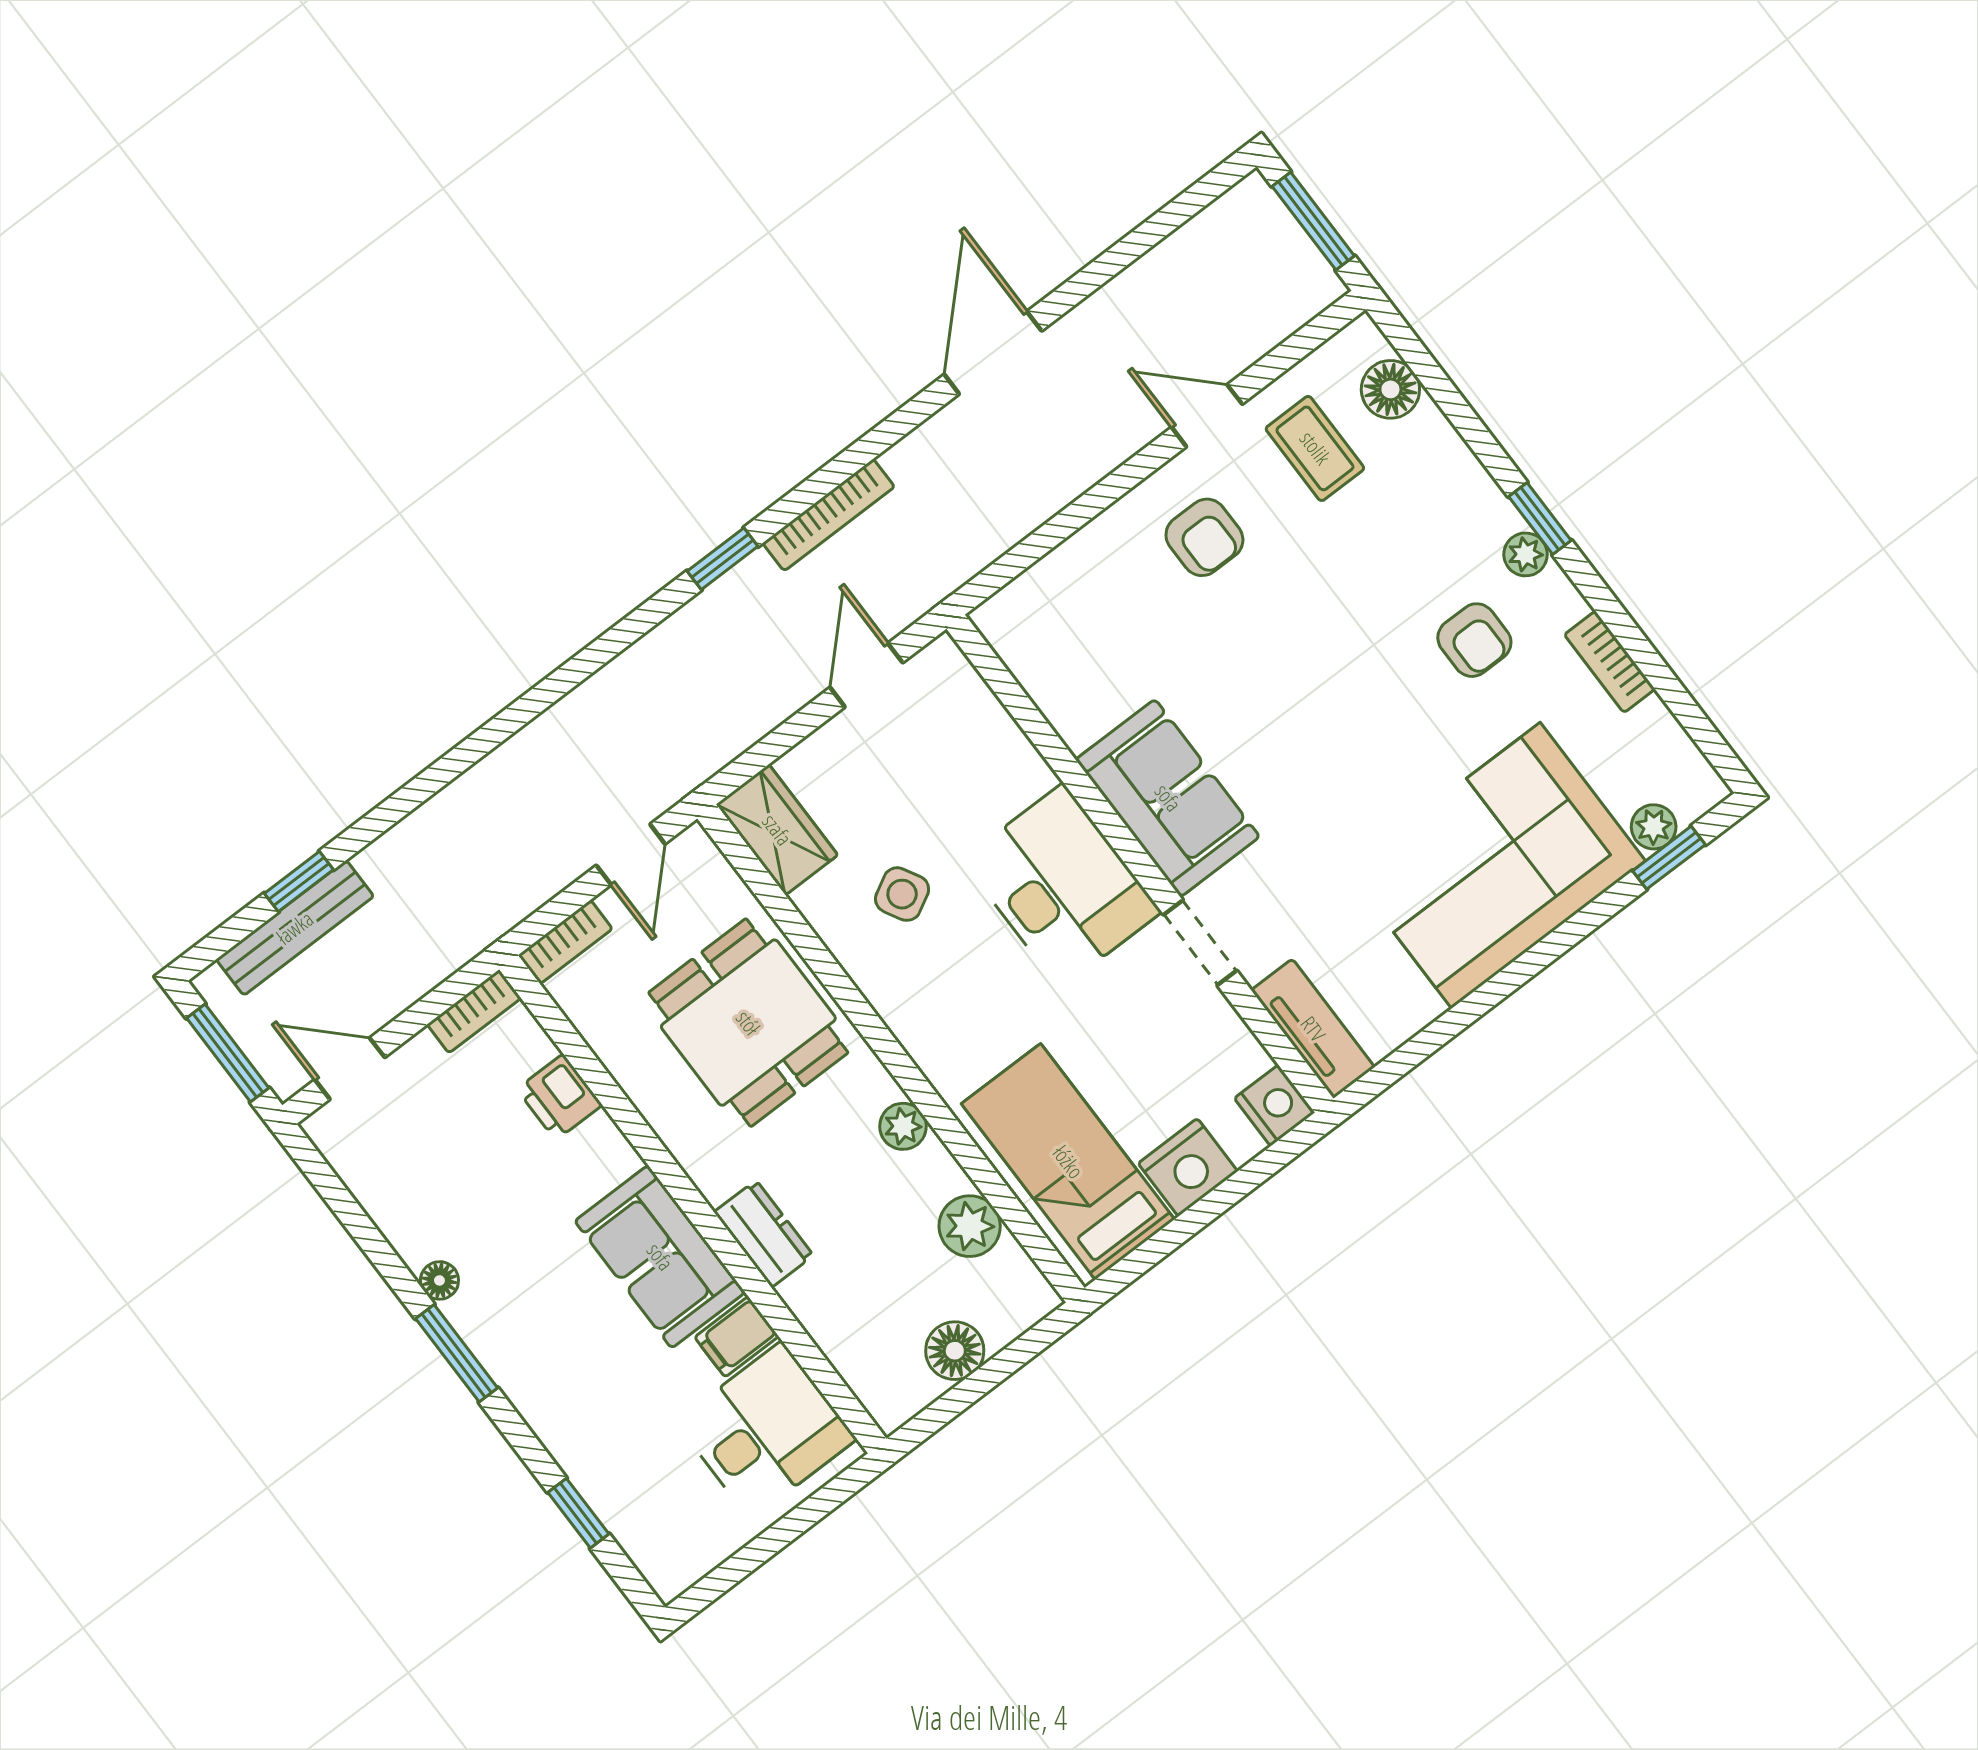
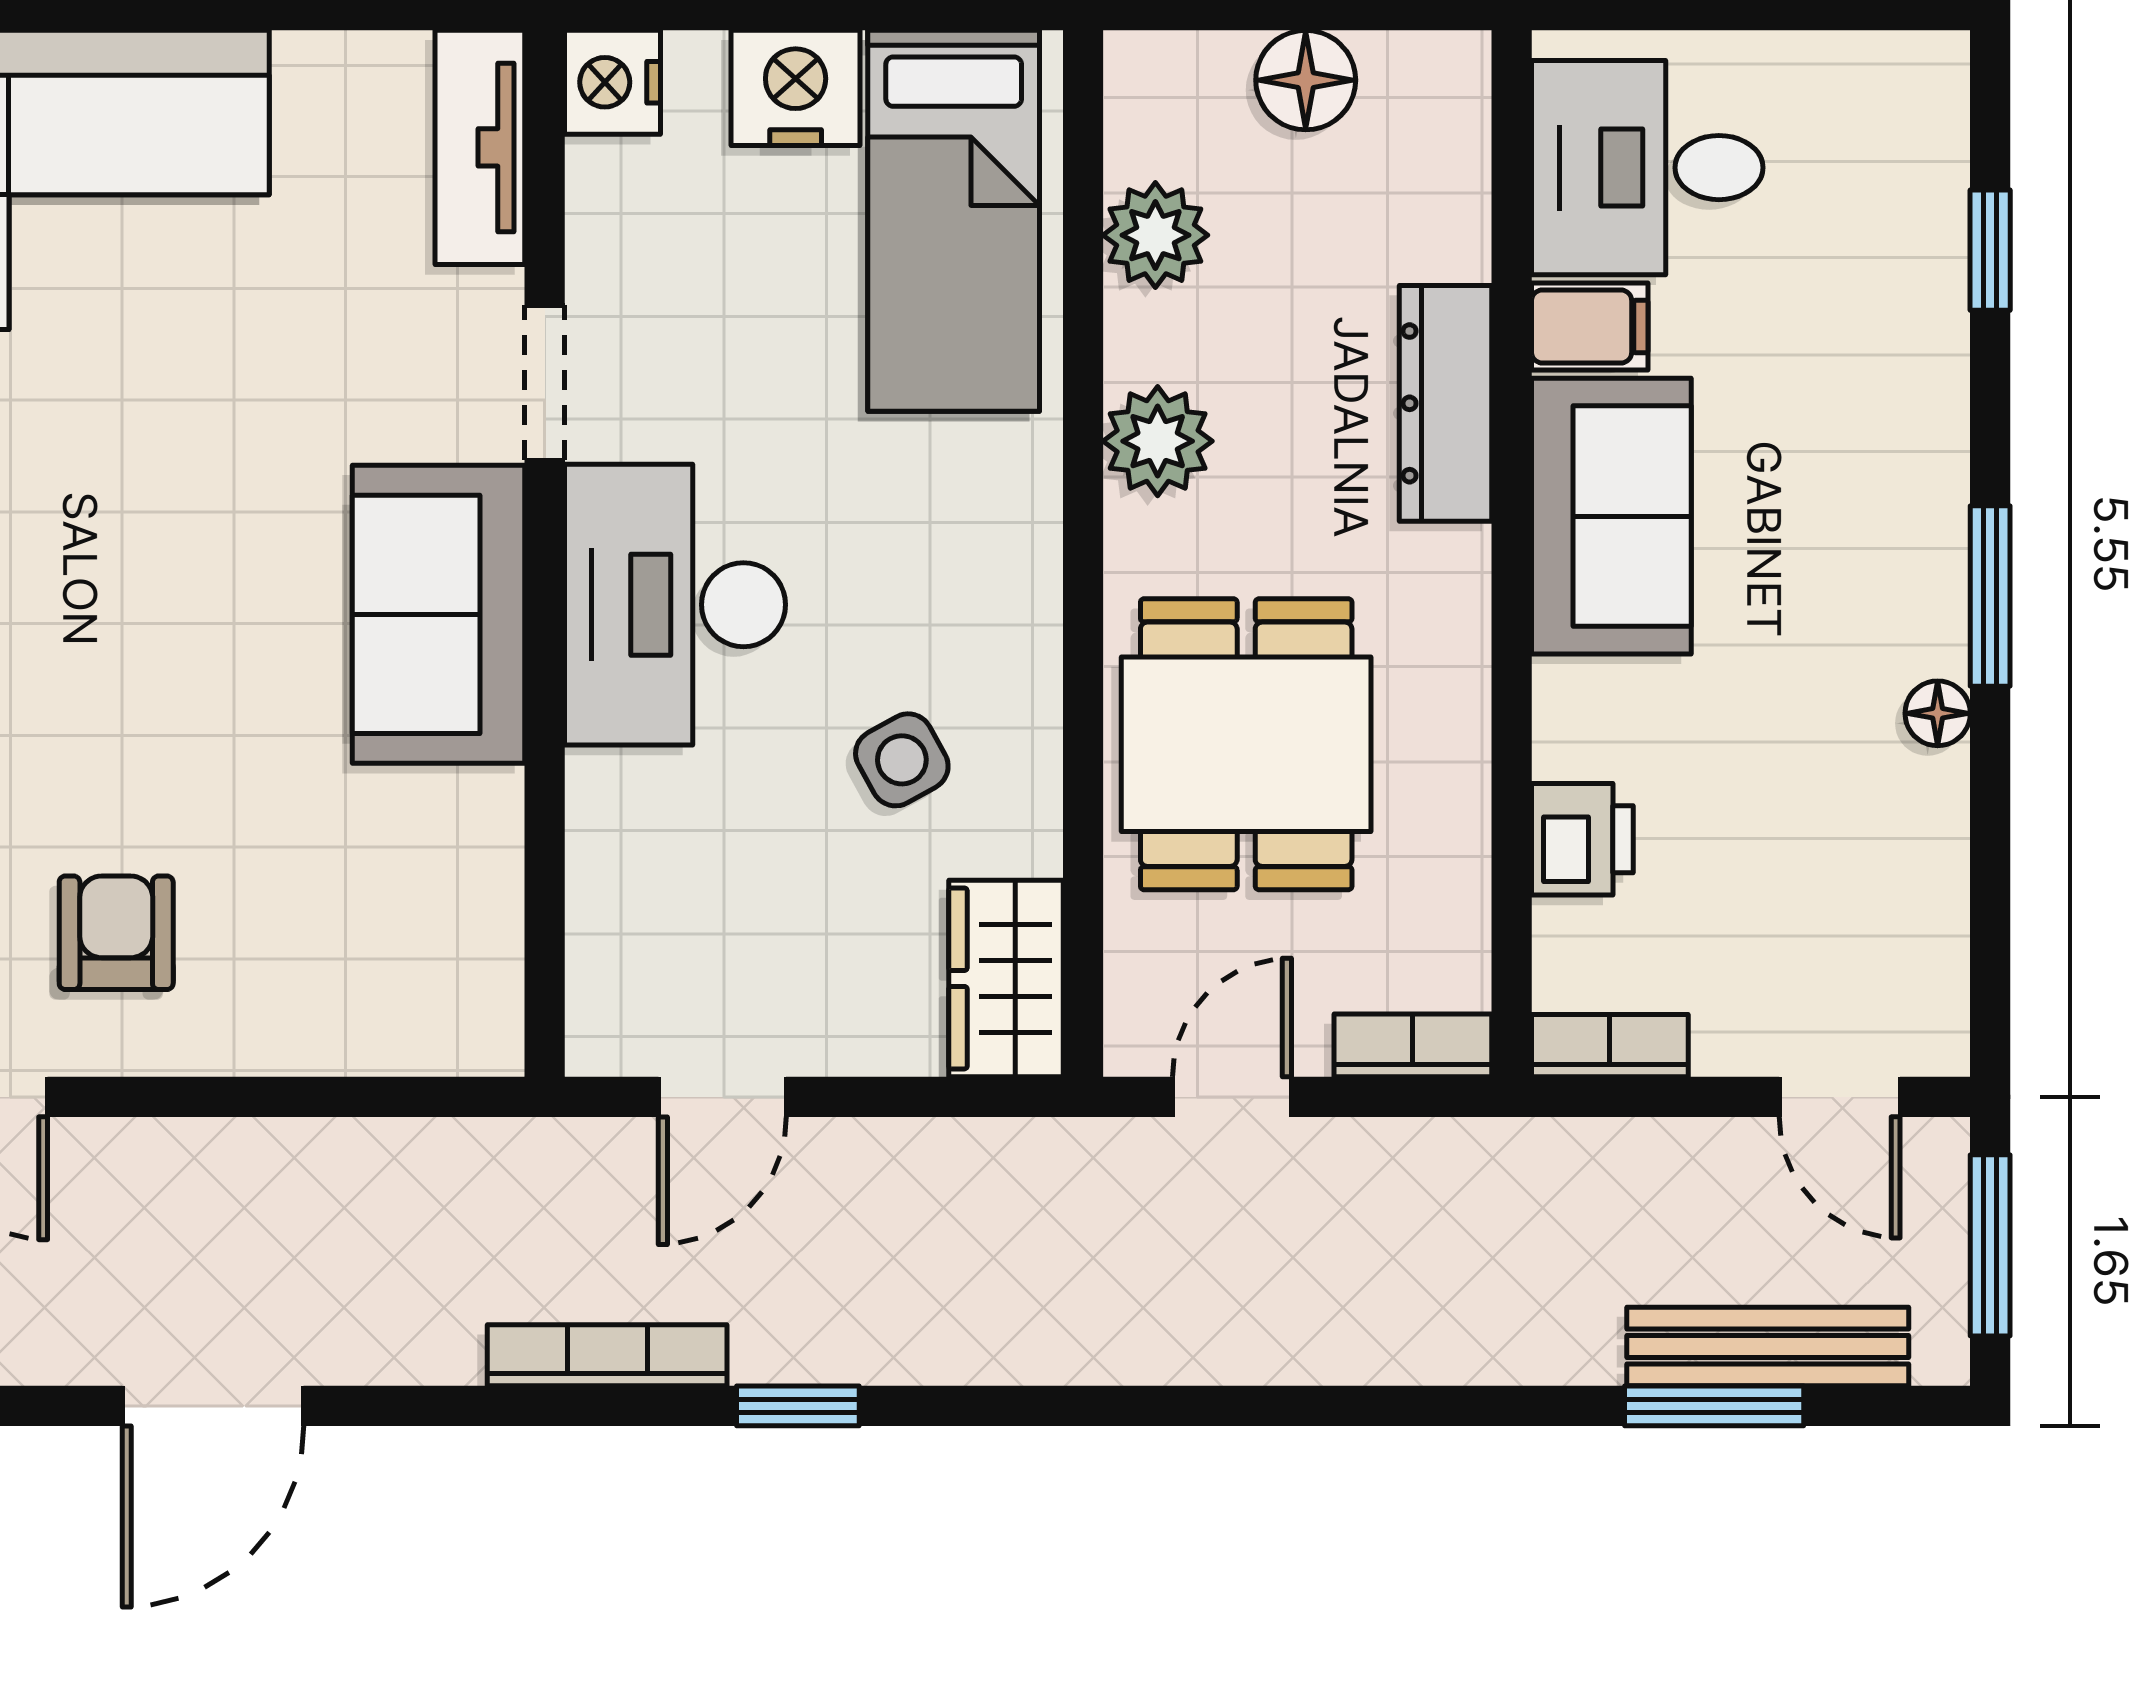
window: (299, 882) -> (1714, 1406), width x1.50
plant: (903, 1126) -> (1158, 441), width x1.38, depth x1.38
dresser: (764, 1234) -> (1446, 403), width x1.44

